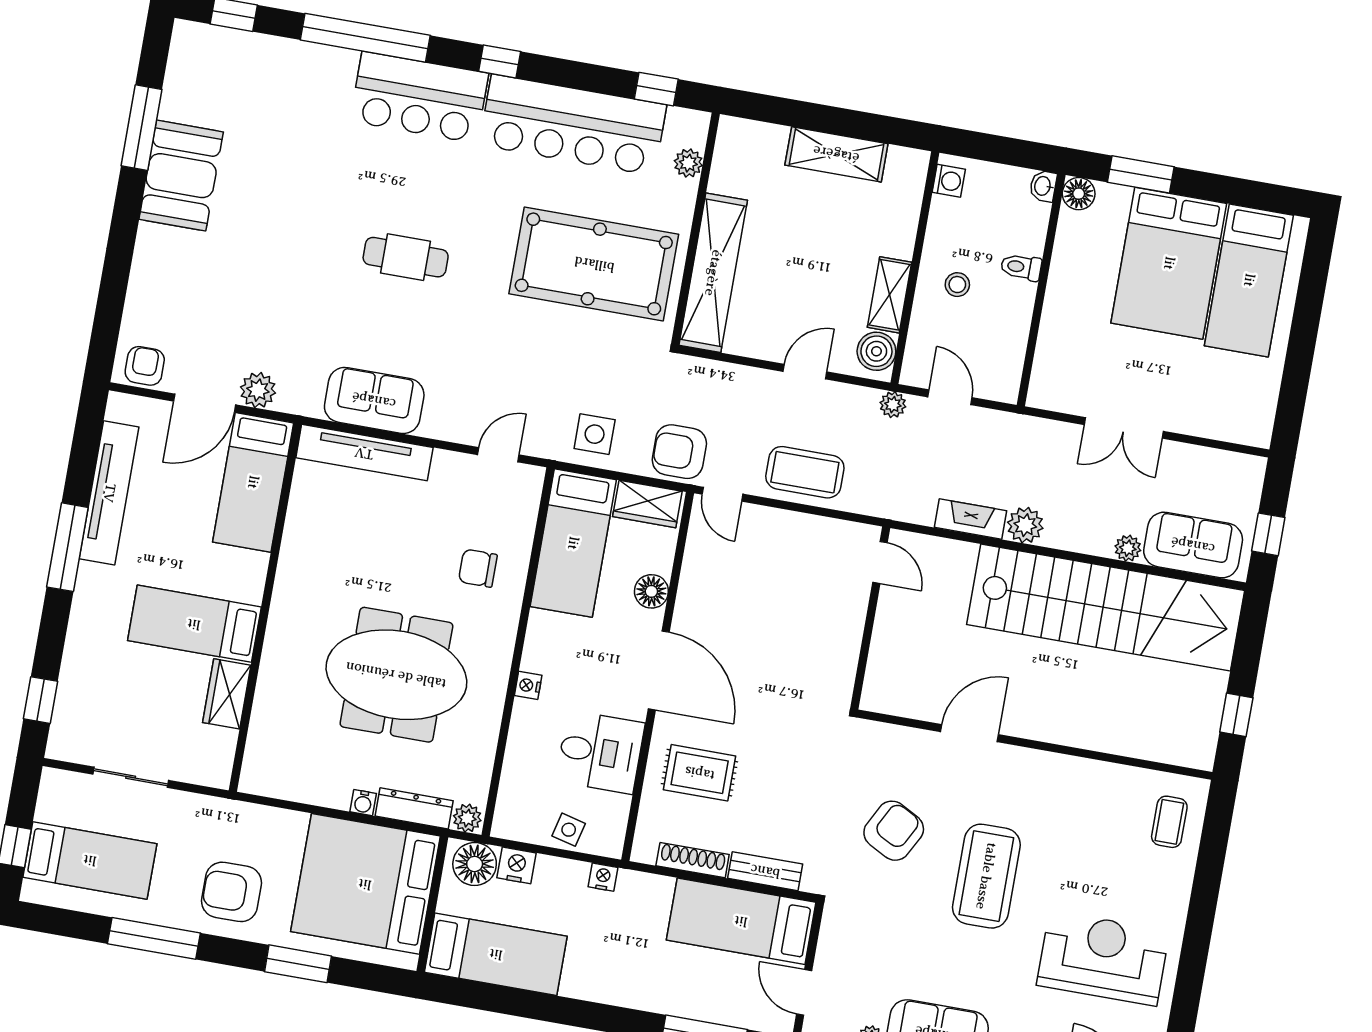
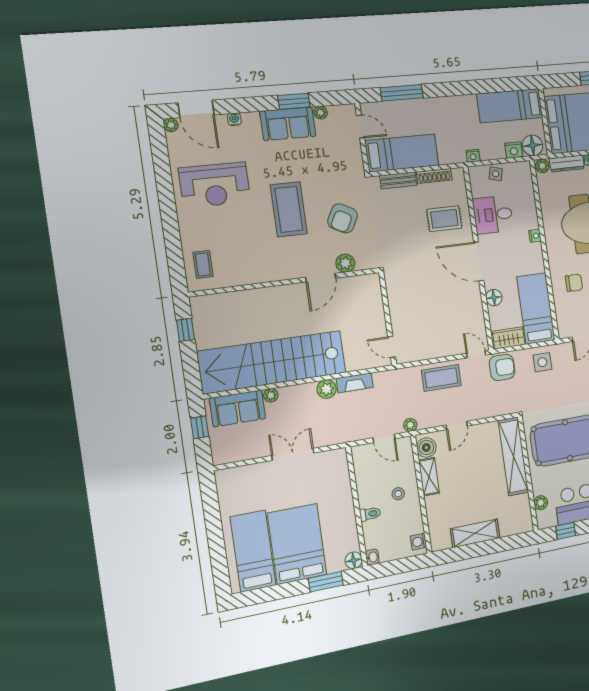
plant: (915, 746) -> (345, 263), added

